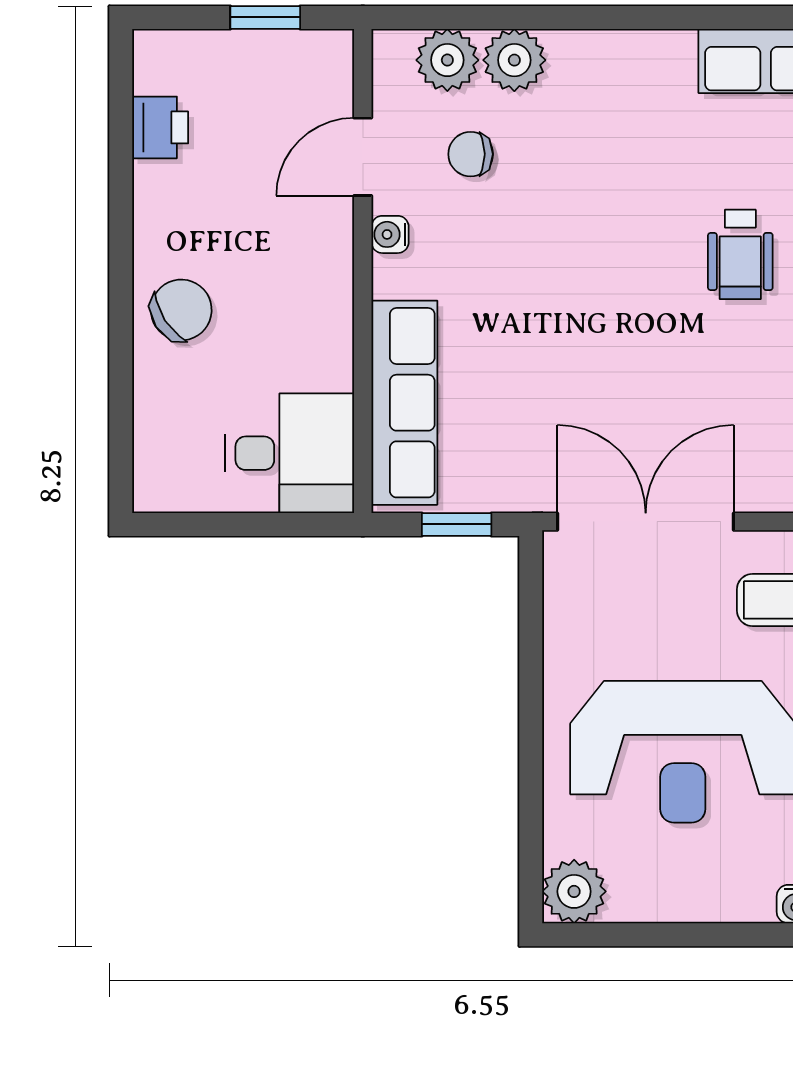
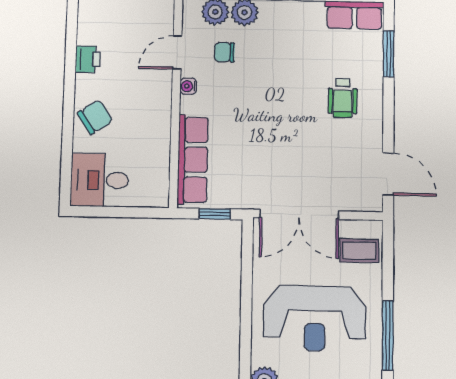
printer: (160, 127) -> (88, 59), moved
desk: (290, 453) -> (100, 180), moved, turned 180
double door: (646, 522) -> (299, 214), swing flipped

